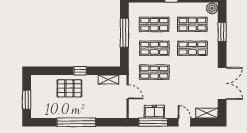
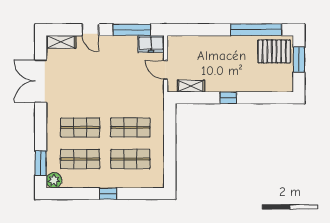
window: (222, 32) -> (41, 163), moved
window: (124, 33) -> (170, 148), removed
shop shelf: (154, 72) -> (130, 96), removed
pallet: (69, 88) -> (274, 51), moved
freezer: (154, 112) -> (151, 44), moved
window: (76, 122) -> (256, 30), moved

